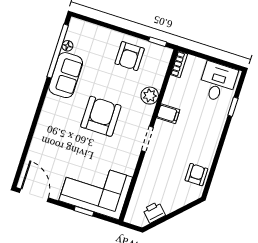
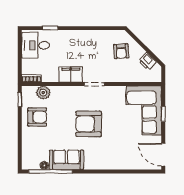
plant: (150, 96) -> (43, 93), moved
filing cabinet: (168, 114) -> (71, 74), width x2.00
armchair: (196, 175) -> (121, 51), moved, turned -94
door: (34, 195) -> (163, 155), hinge flipped

